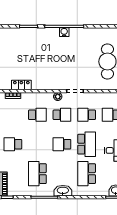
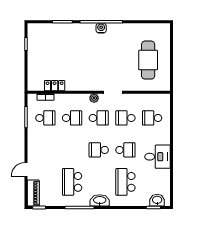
school desk: (13, 144) -> (45, 118), moved, turned 180
school desk: (87, 144) -> (125, 150), width x0.54

